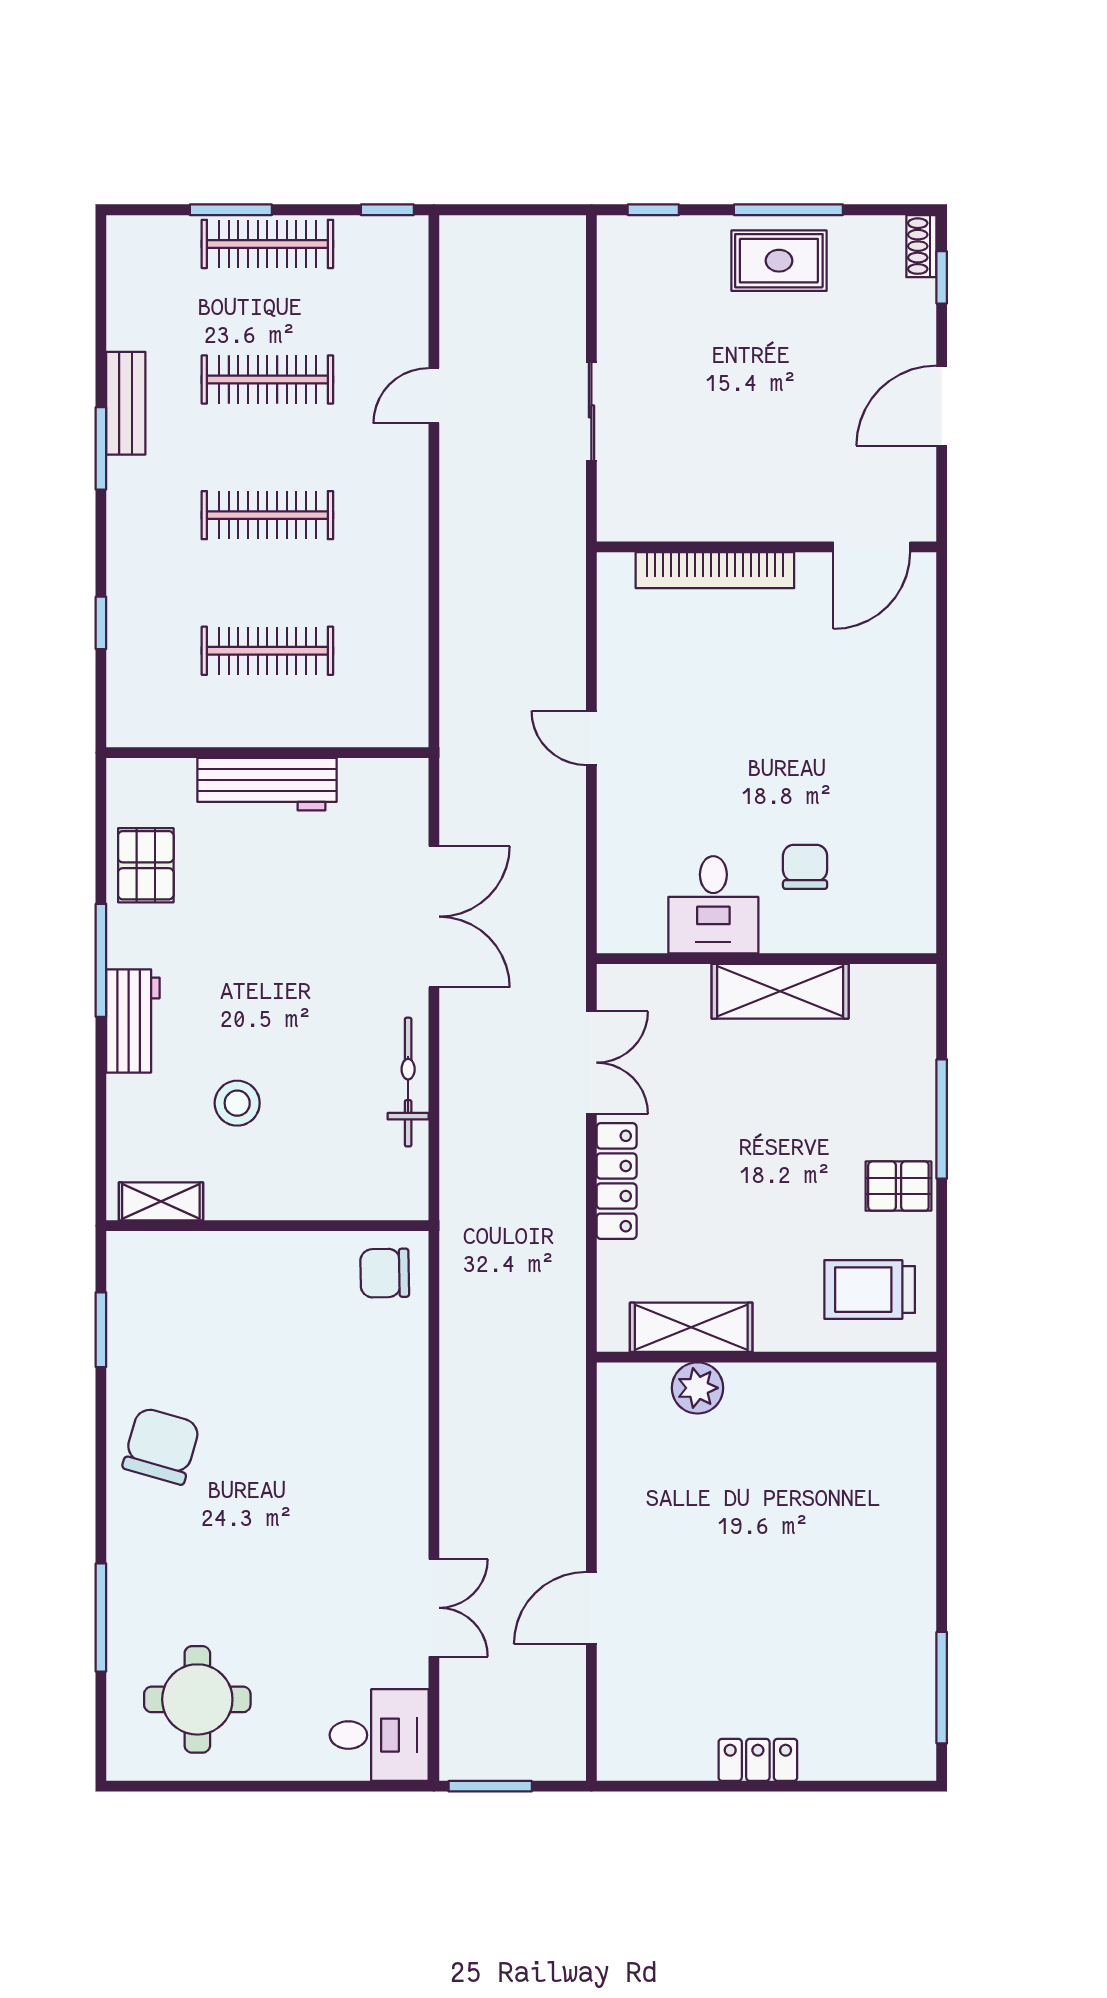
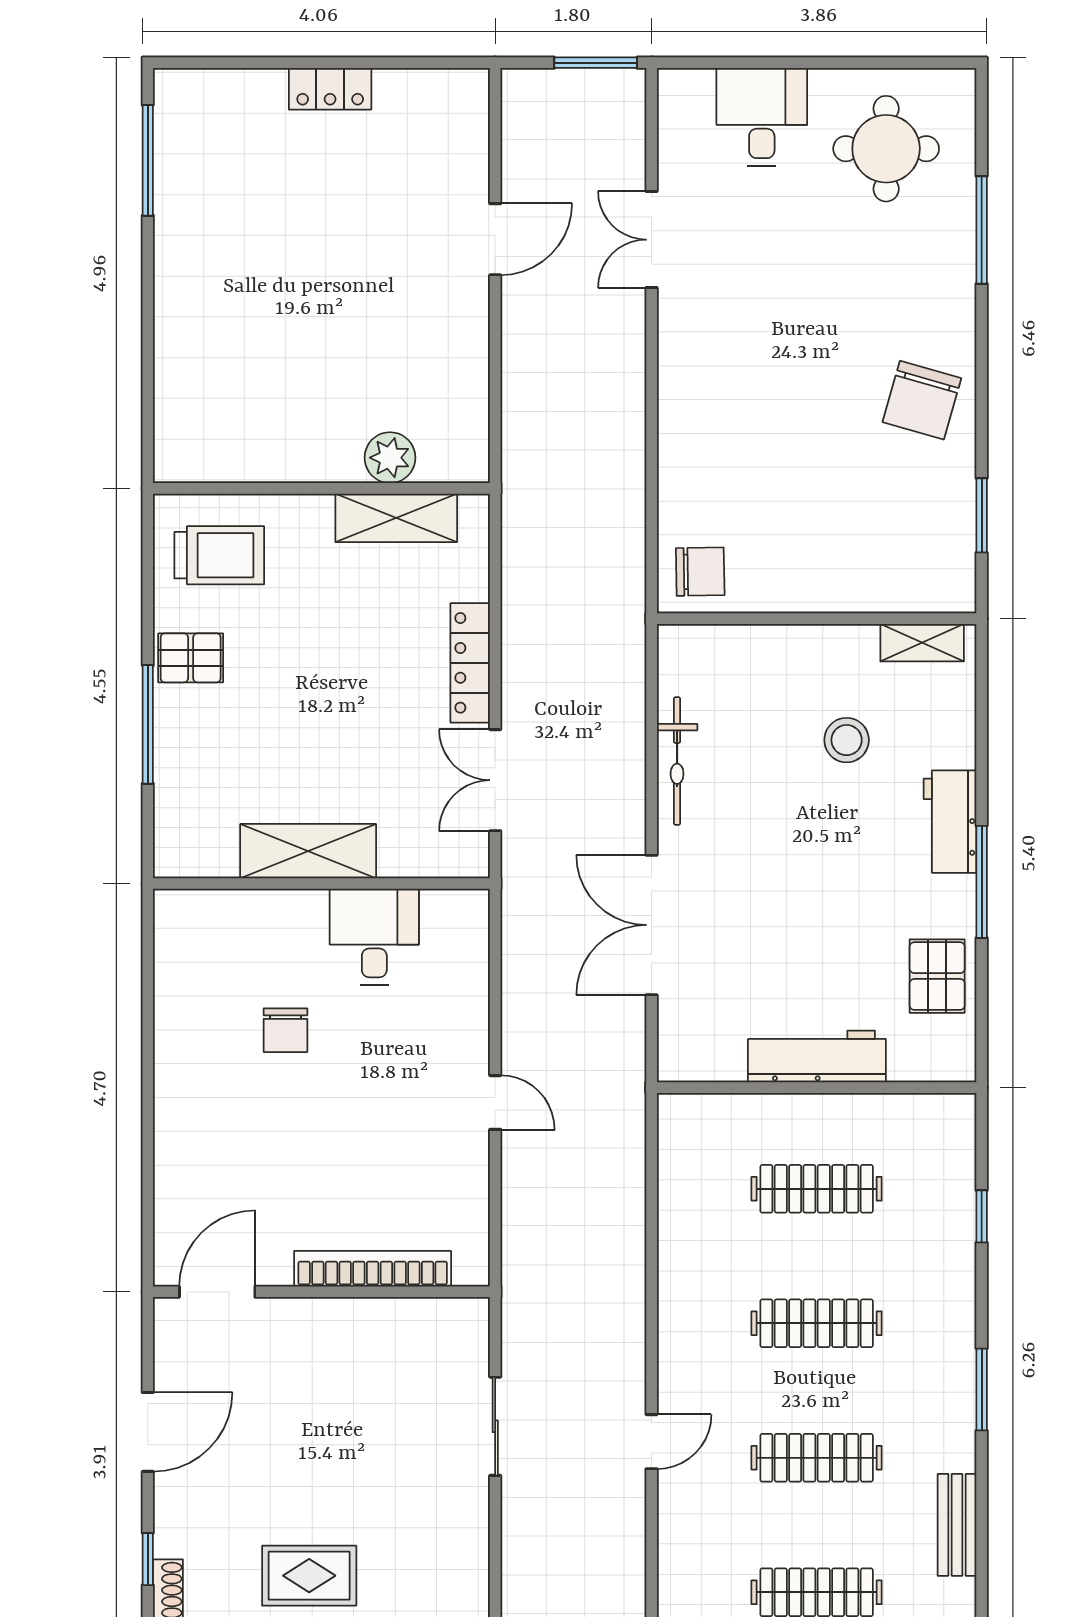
bench: (126, 403) -> (957, 1525), moved
chair: (805, 867) -> (285, 1030), moved
desk: (379, 1735) -> (762, 117), moved, turned 90

